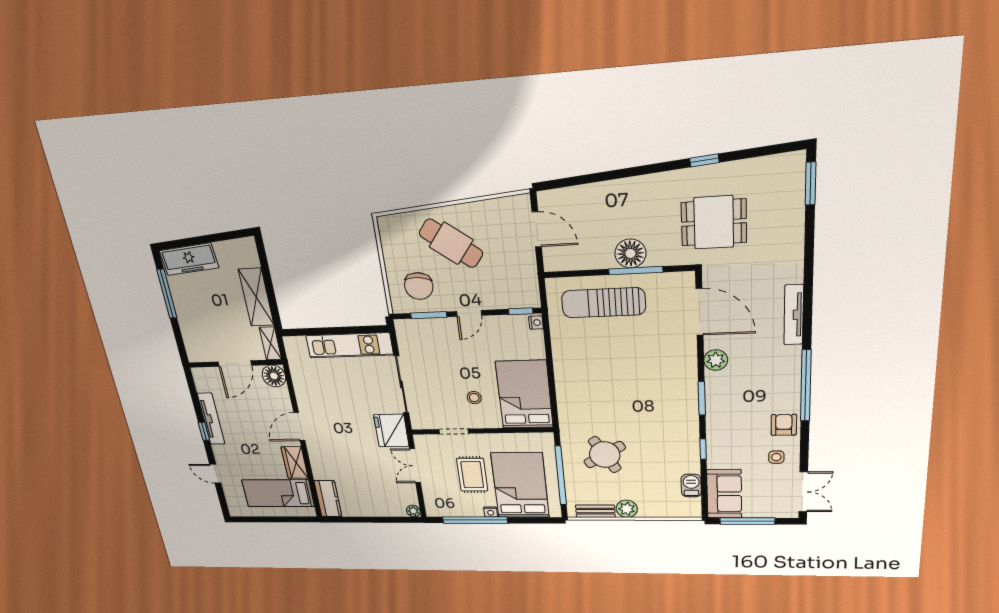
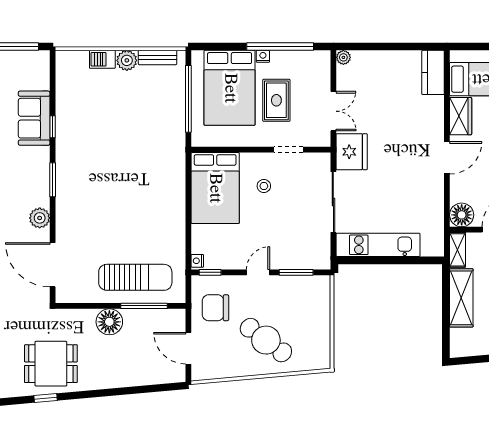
dining table: (714, 222) -> (51, 364), moved
window: (636, 271) -> (144, 306), moved
chair: (419, 286) -> (215, 308), moved, turned -95
round table: (605, 455) -> (144, 122), removed
barbecue: (691, 486) -> (102, 59), moved, turned 90
sofa: (724, 494) -> (34, 118), moved

